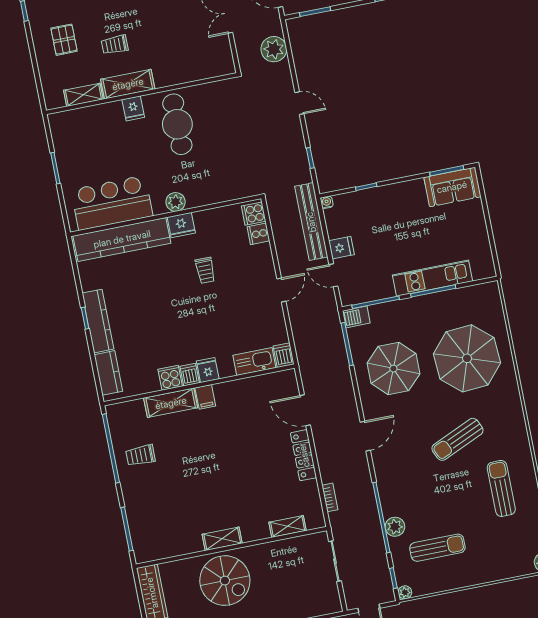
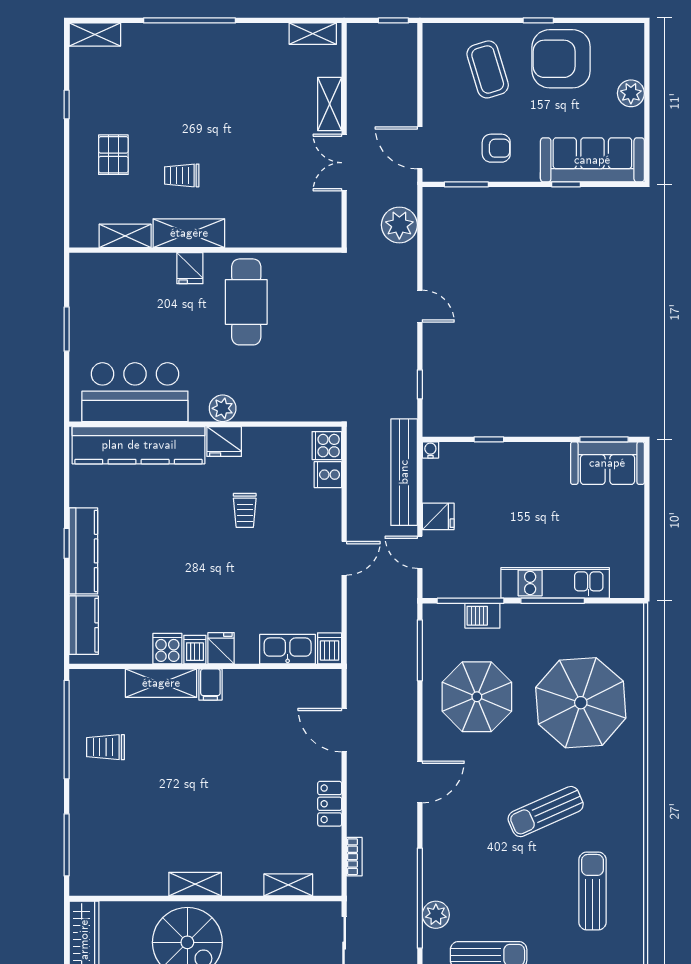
barbecue: (356, 317) -> (482, 616), moved
locker: (304, 455) -> (330, 804), width x0.66

